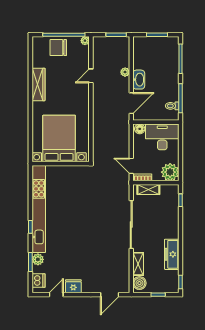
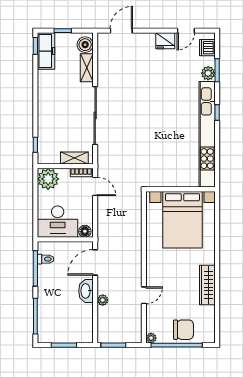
freezer: (172, 254) -> (46, 51), moved

